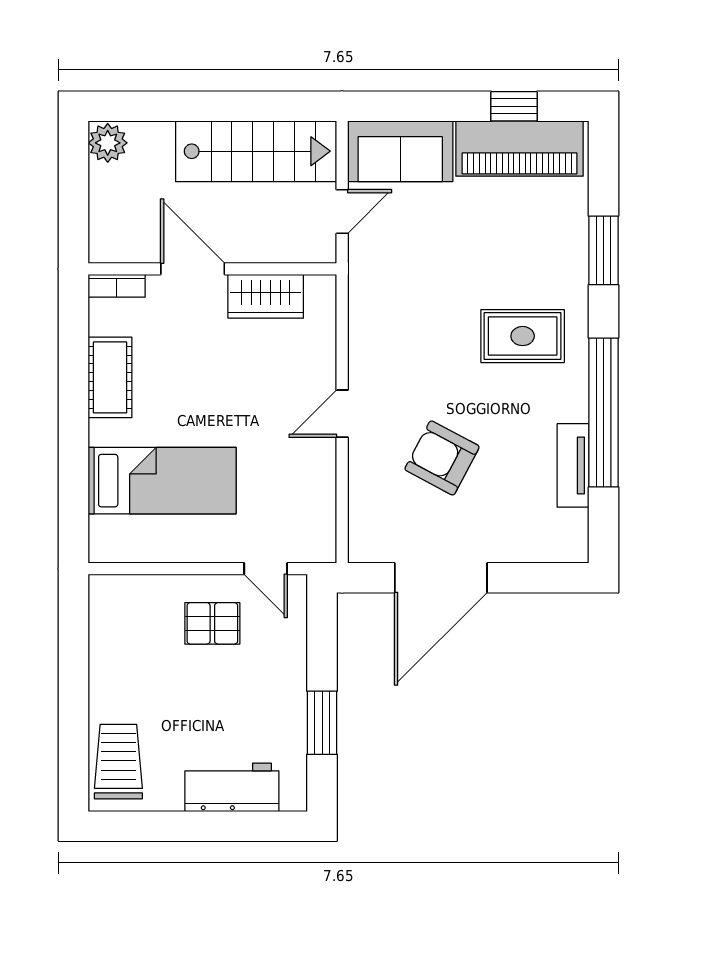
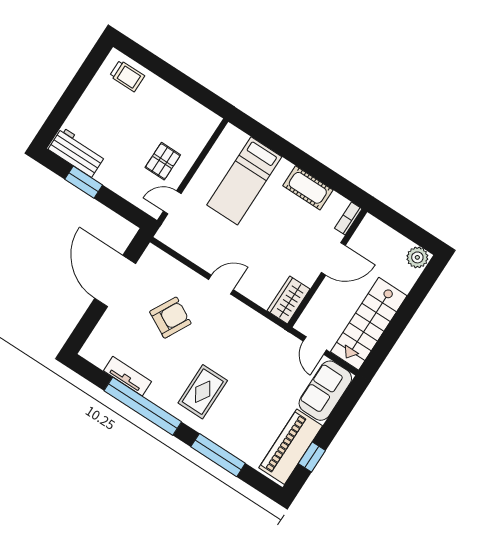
window: (604, 250) -> (218, 455), width x1.44
wardrobe: (266, 296) -> (289, 300), moved
door: (342, 414) -> (221, 285), hinge flipped
trolley: (118, 762) -> (127, 76), width x0.73, depth x0.72
workbench: (232, 787) -> (77, 152), moved, turned -90

